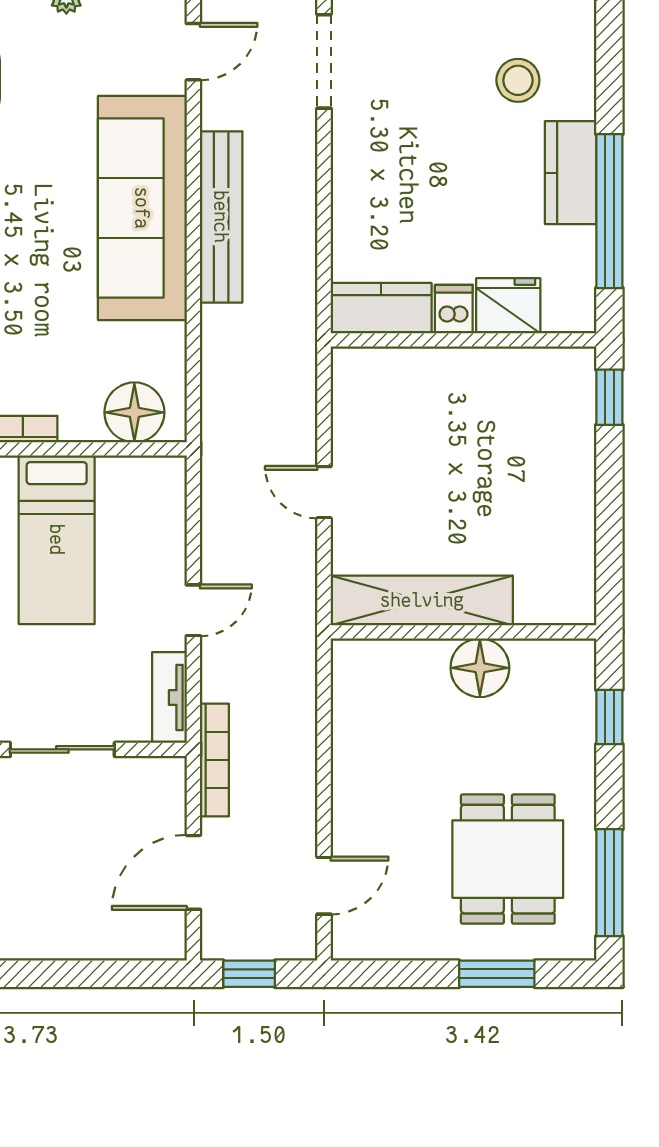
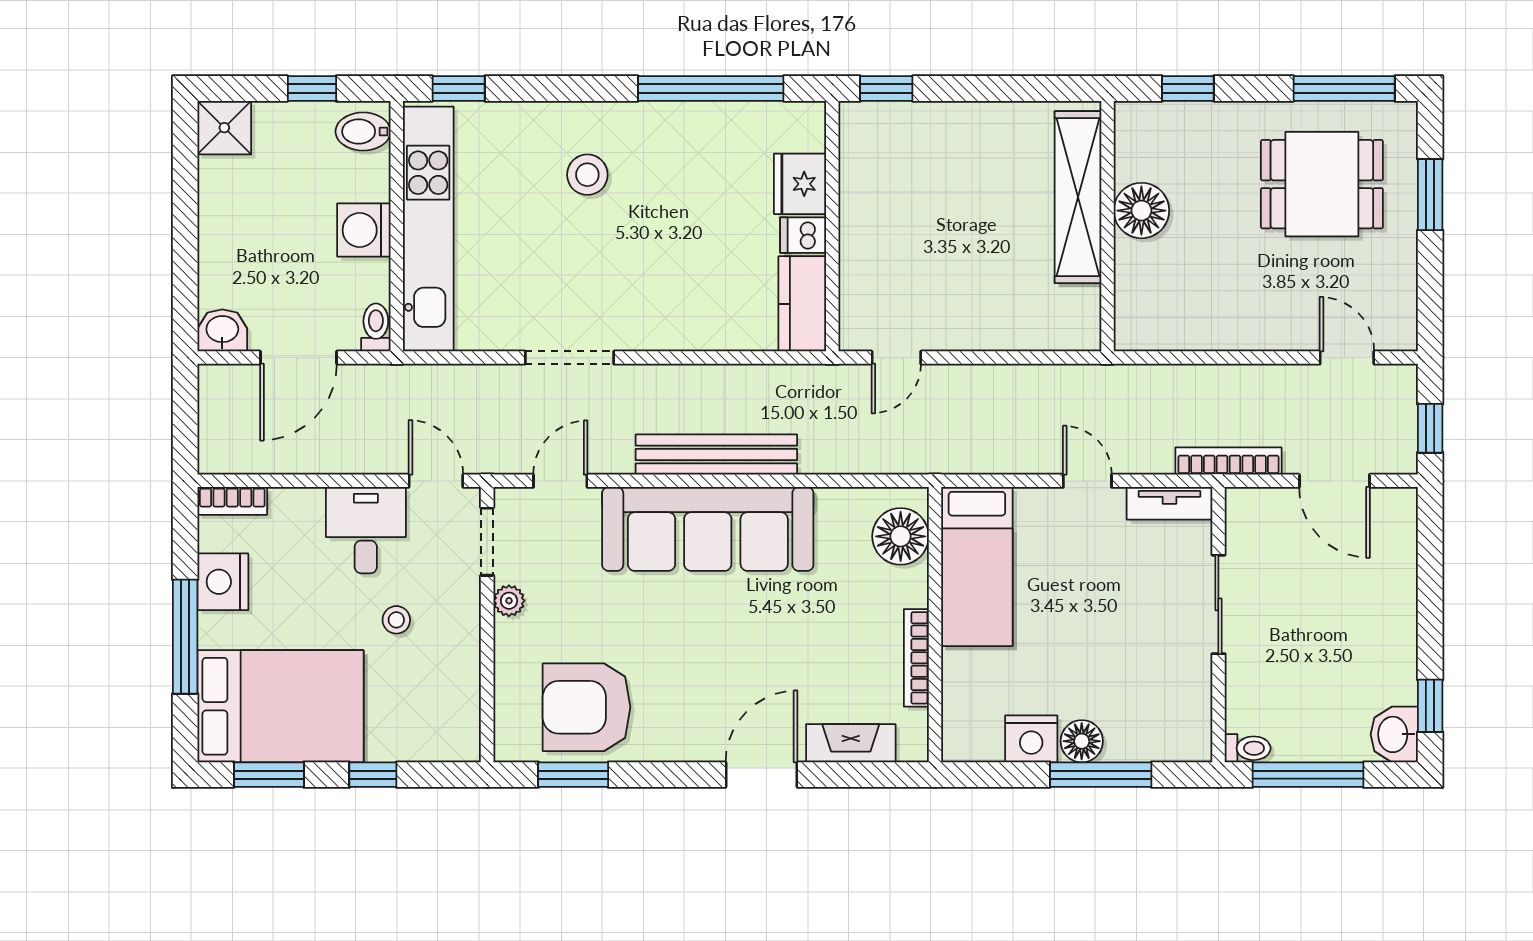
door: (193, 52) -> (560, 481), hinge flipped
kitchen counter: (571, 173) -> (674, 125), removed
door: (324, 492) -> (896, 358), moved
bed: (57, 540) -> (977, 567), moved, turned 90
shelving: (422, 600) -> (1078, 197), moved

